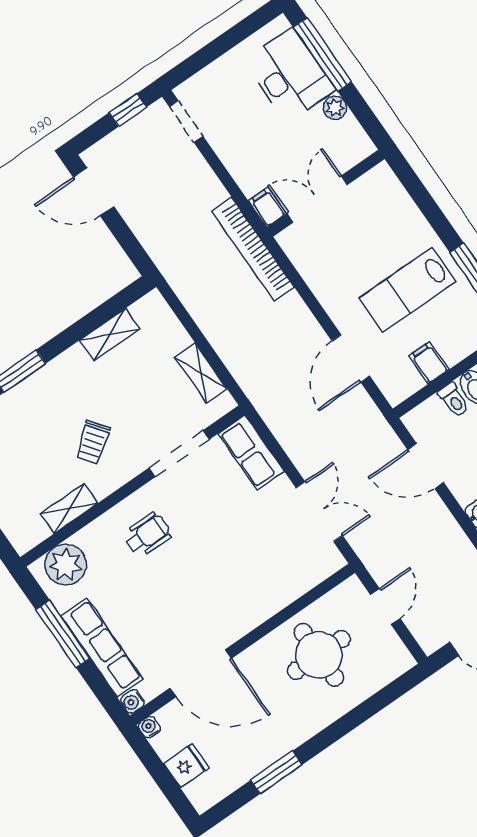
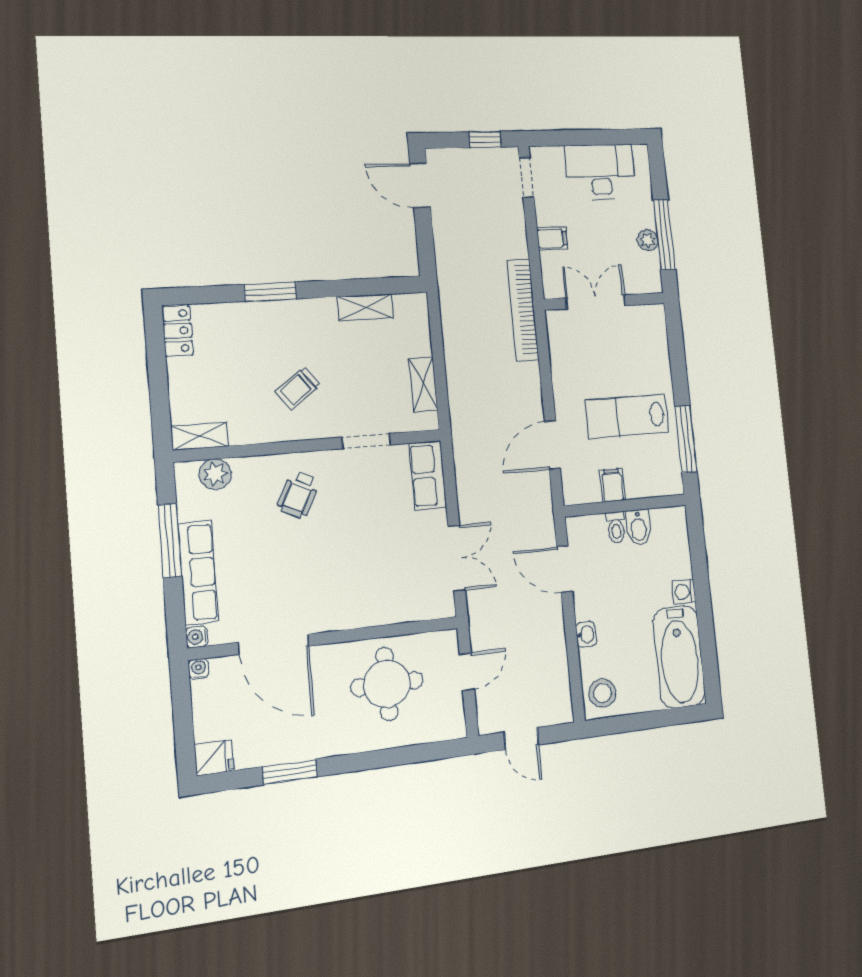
window: (322, 54) -> (664, 235), moved
desk: (290, 75) -> (601, 172), moved, turned -90
filing cabinet: (267, 207) -> (552, 238), moved, turned 90
doorway: (179, 454) -> (366, 441), width x0.73
shelving: (69, 508) -> (200, 436), moved
wheelchair: (147, 534) -> (298, 495), turned 116
plant: (66, 565) -> (215, 474), width x0.73, depth x0.73
fridge: (186, 766) -> (214, 758), moved

